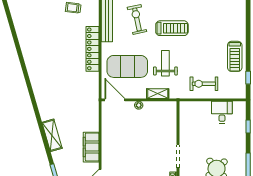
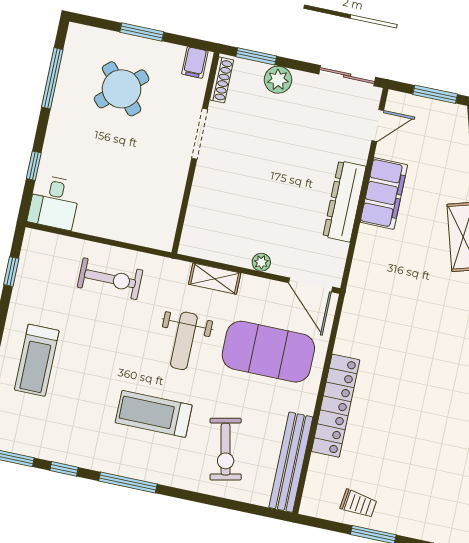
treadmill: (235, 56) -> (37, 360), moved, turned 180
desk: (222, 112) -> (54, 202), moved
dresser: (108, 140) -> (345, 201), added

